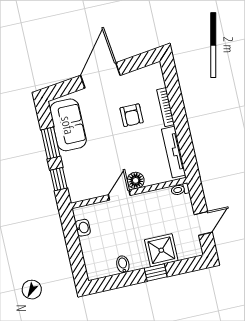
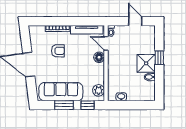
sofa: (68, 125) -> (61, 92), width x1.36
plant: (85, 191) -> (99, 90), added
door: (119, 195) -> (106, 43), moved
shower: (161, 250) -> (146, 63), moved

